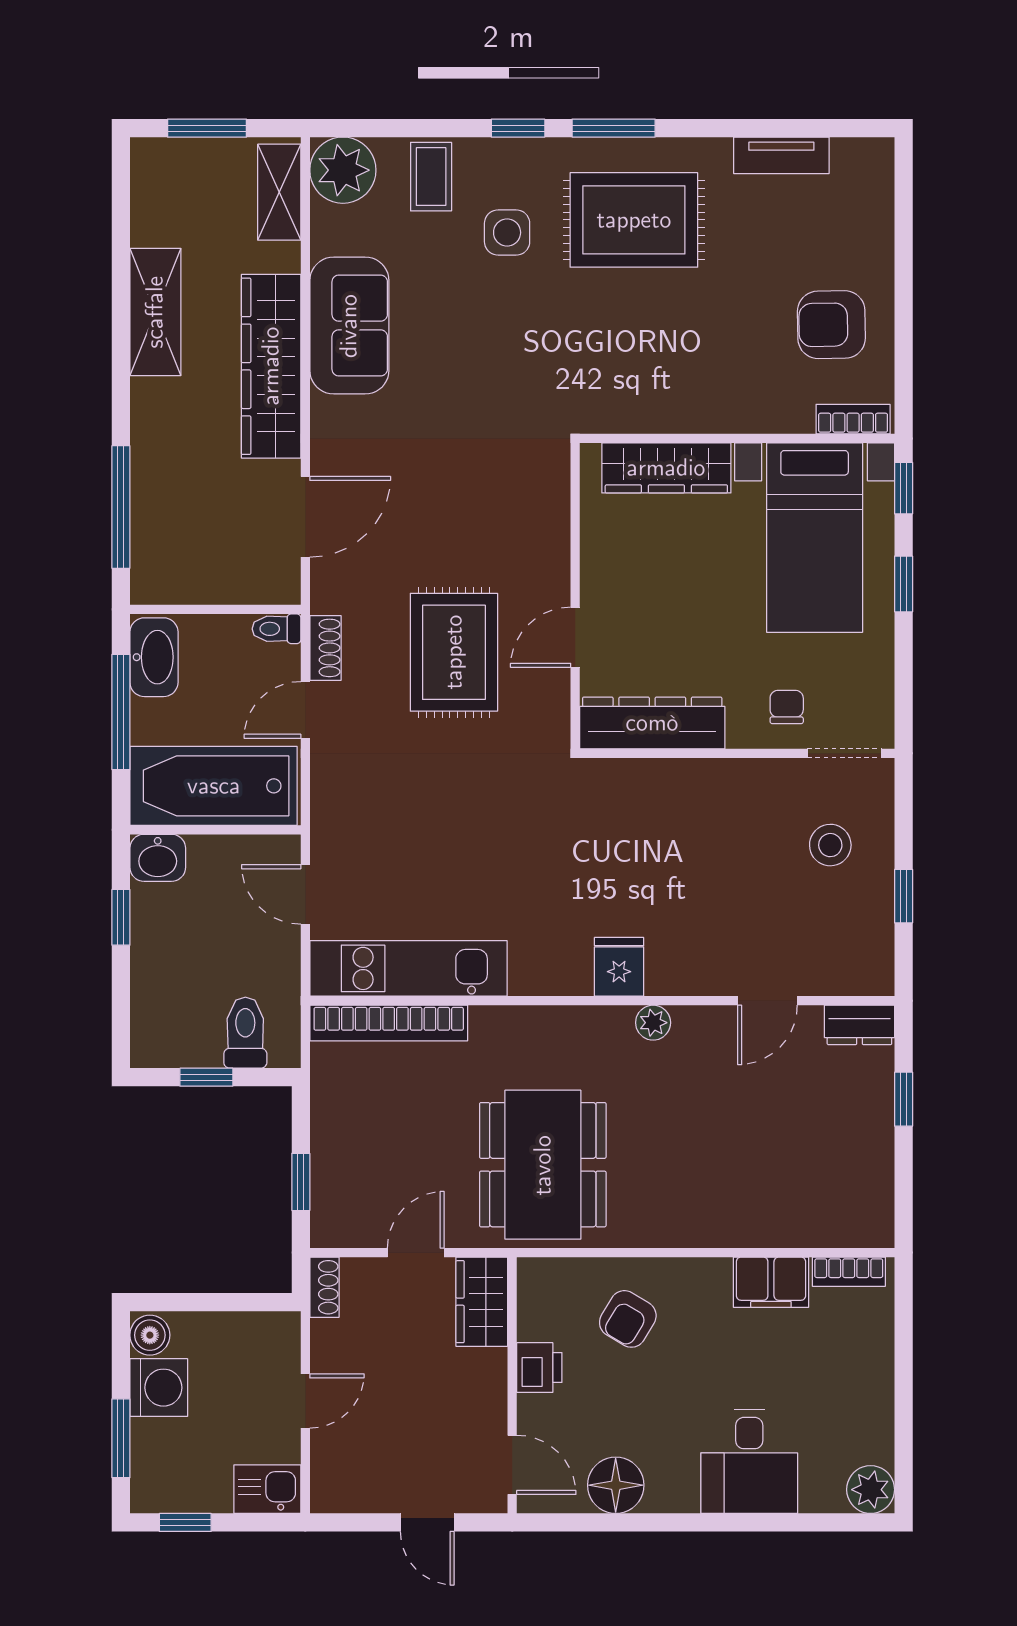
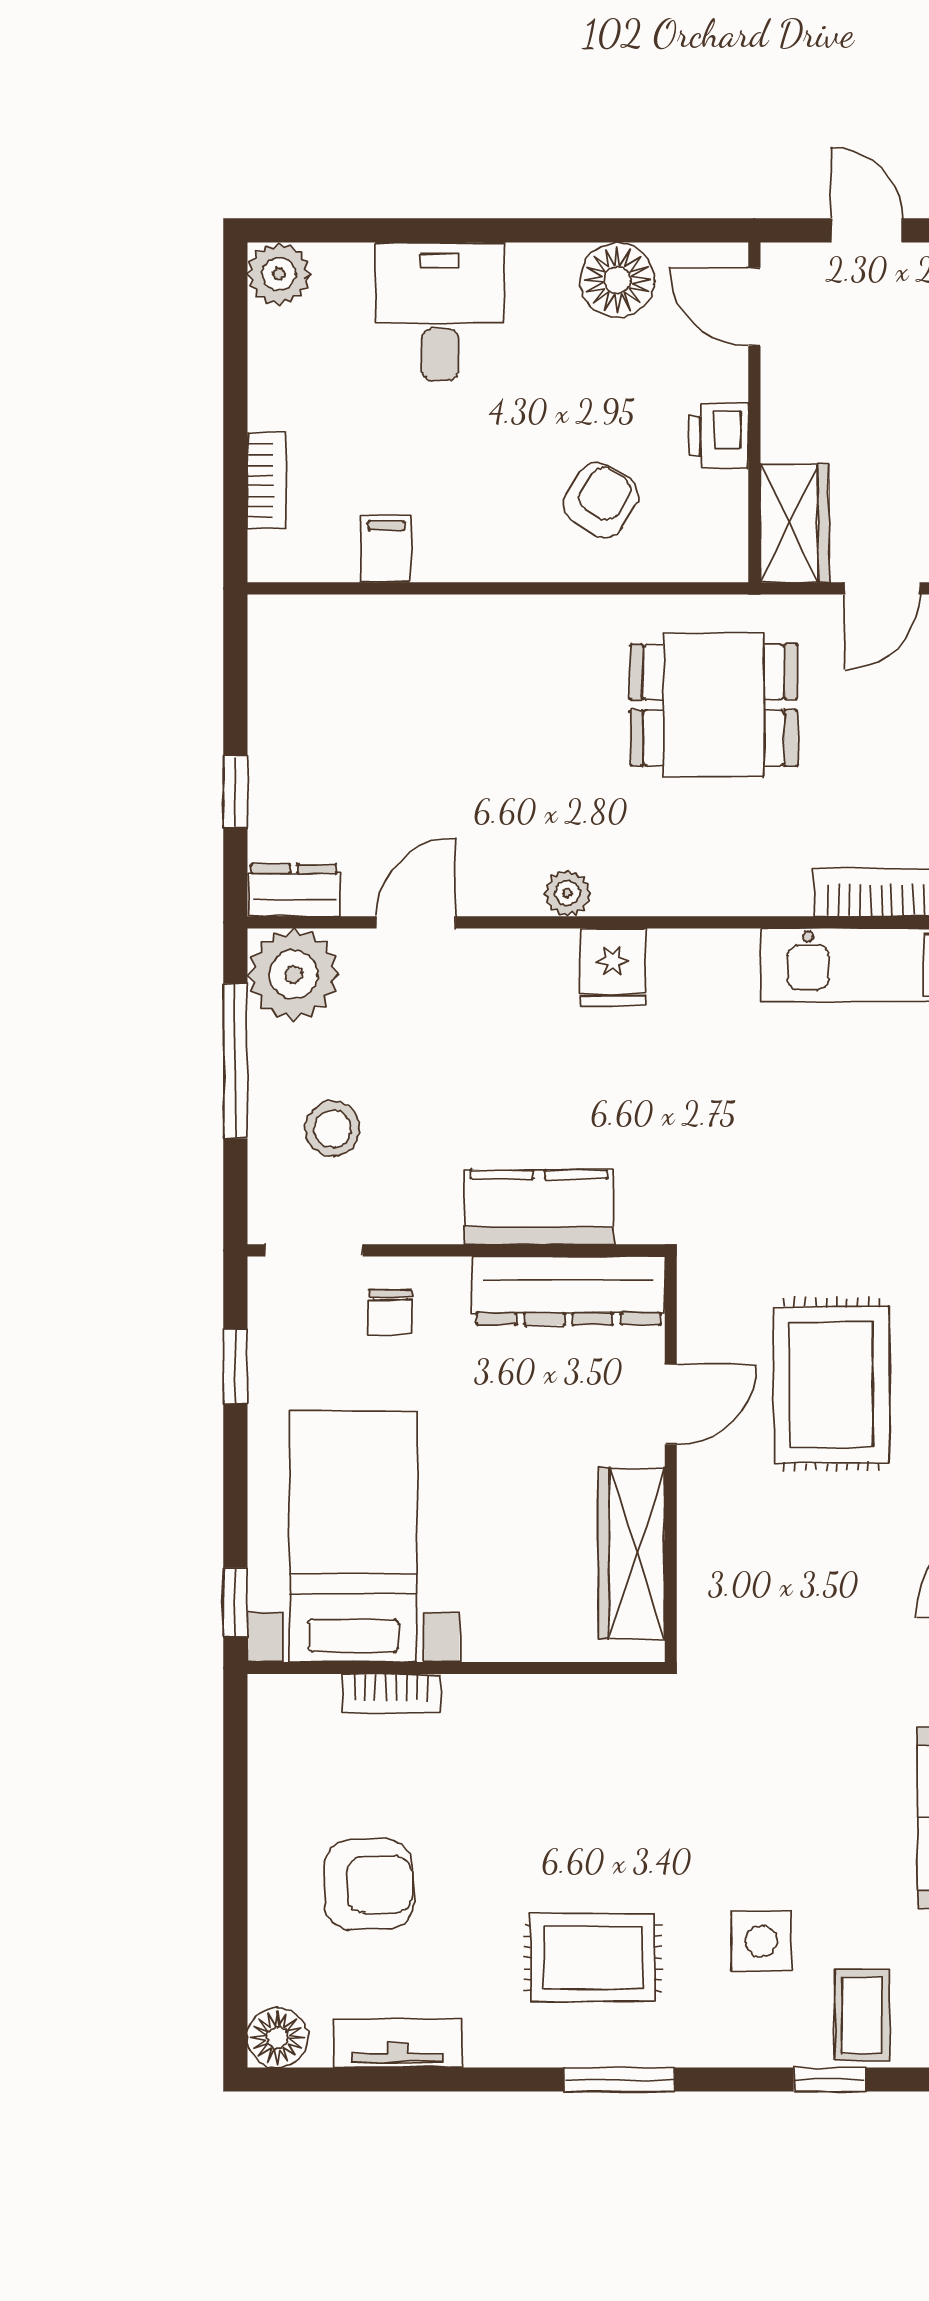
window: (518, 128) -> (829, 2080), moved
floor lamp: (872, 160) -> (277, 2038), added
rug: (634, 220) -> (593, 1958), width x0.73, depth x0.70
armchair: (831, 325) -> (369, 1885), moved
bookcase: (853, 419) -> (391, 1694), moved
wardrobe: (666, 468) -> (632, 1553), moved, turned -90
window: (904, 584) -> (235, 1366), moved
kitchen counter: (675, 786) -> (539, 1207), added
window: (904, 896) -> (235, 1061), width x2.17
plant: (860, 961) -> (293, 974), added
dining table: (543, 1165) -> (714, 705), width x0.73
bookcase: (849, 1272) -> (267, 481), moved, turned 90
filing cabinet: (771, 1282) -> (386, 549), width x0.50

